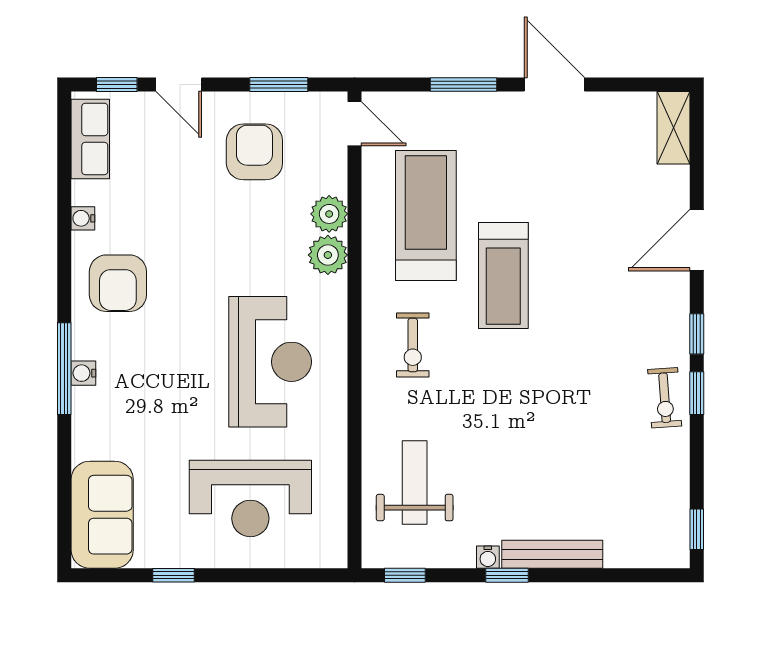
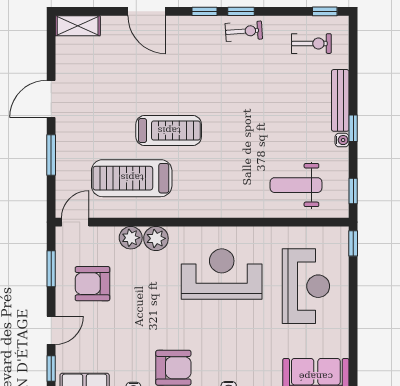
exercise bike: (413, 345) -> (311, 44), moved
window: (173, 575) -> (353, 243), moved

